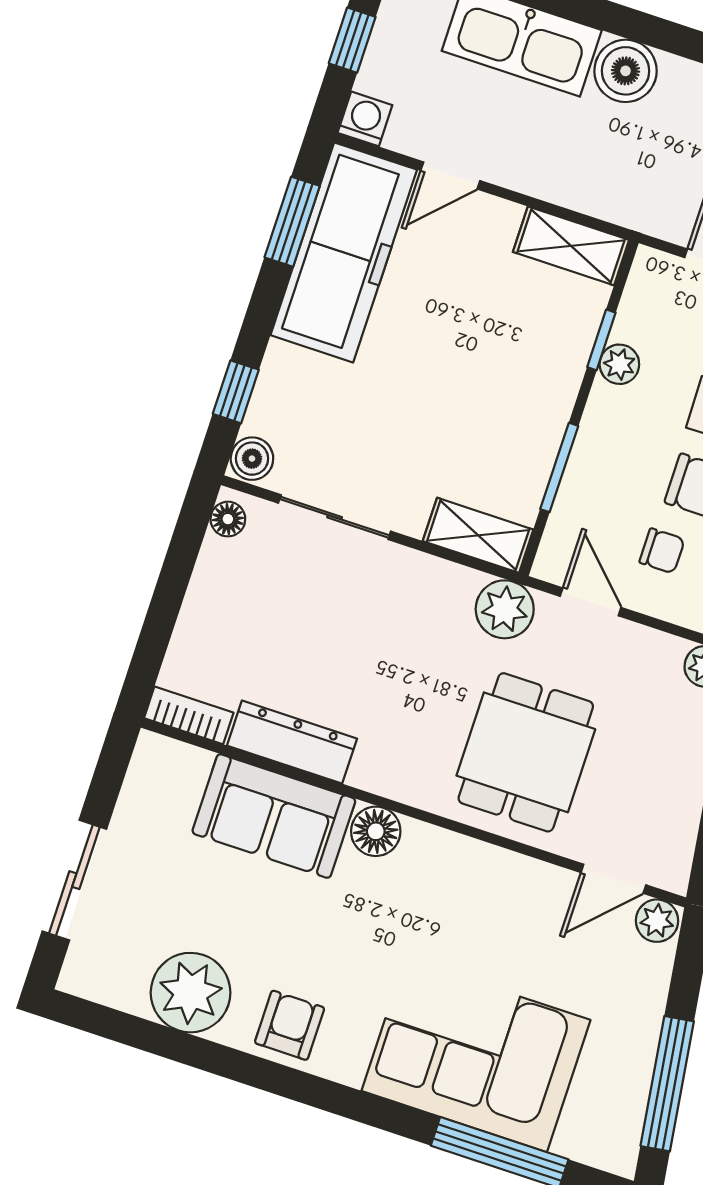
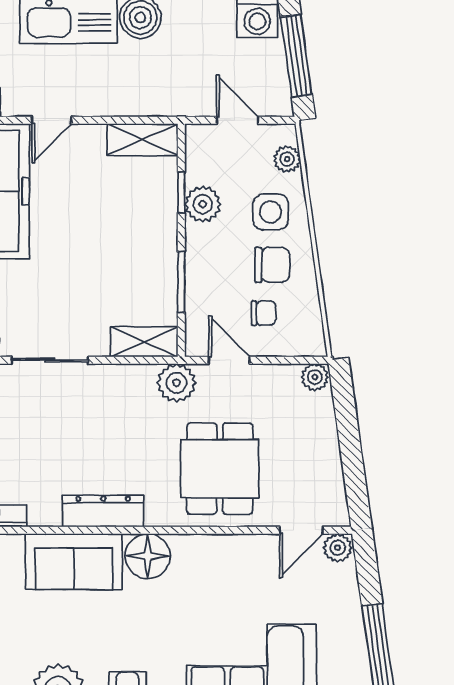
plant: (619, 364) -> (203, 204), width x1.38, depth x1.38
dresser: (292, 742) -> (103, 511), moved
floor lamp: (376, 831) -> (148, 556), width x1.38, depth x1.38

